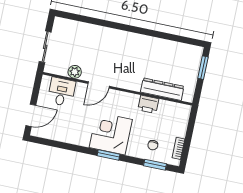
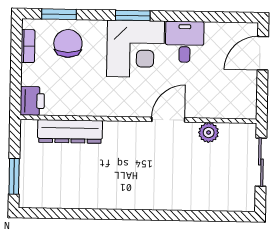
desk: (61, 92) -> (185, 42), moved, turned 180
printer: (148, 104) -> (32, 101), moved, turned 90
chair: (153, 145) -> (68, 43), width x1.87, depth x1.87

